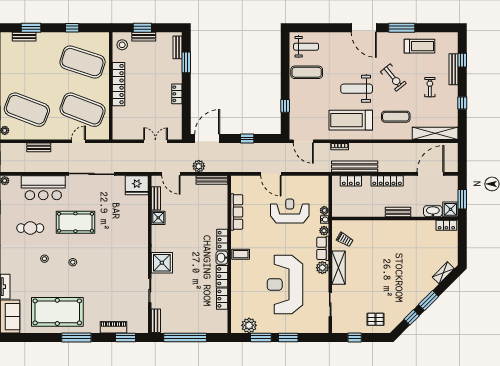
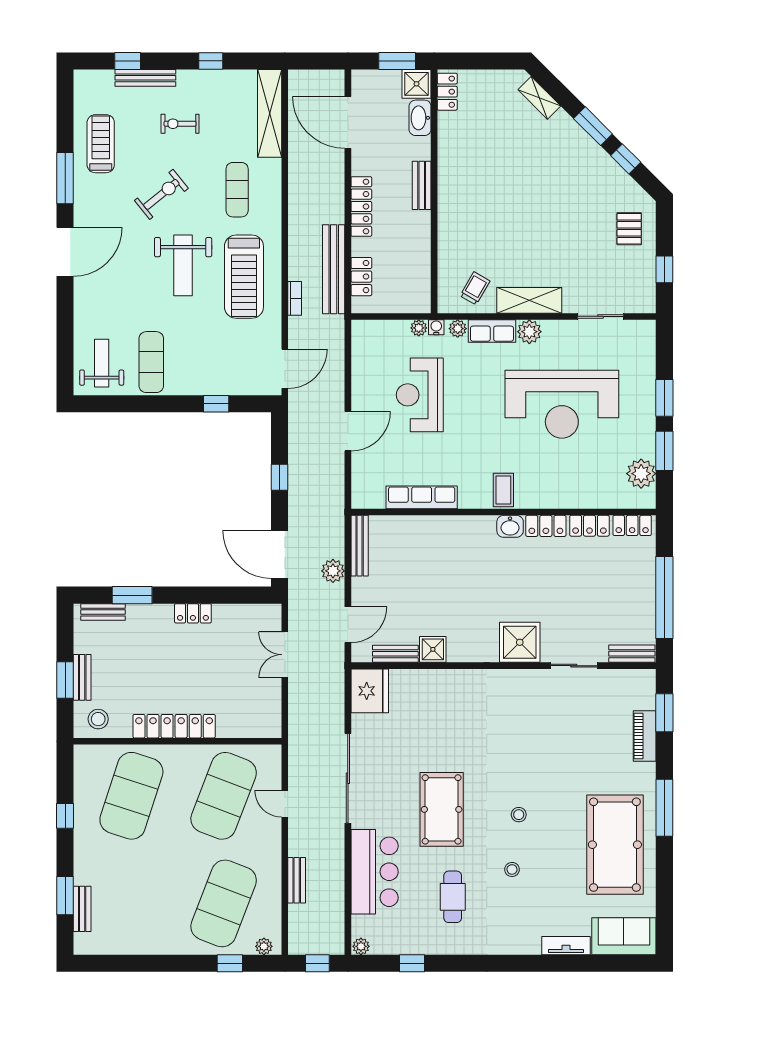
locker: (222, 240) -> (632, 525), moved

